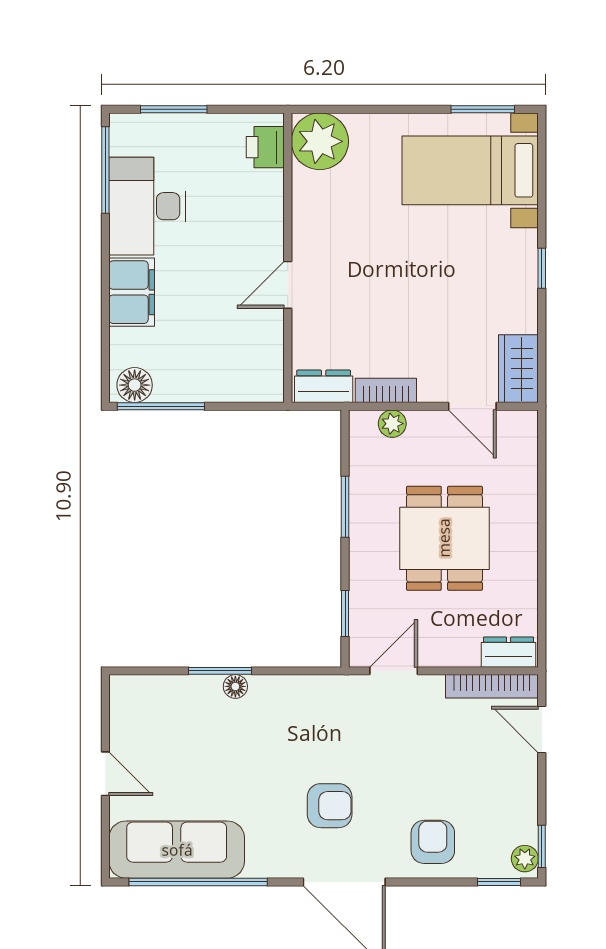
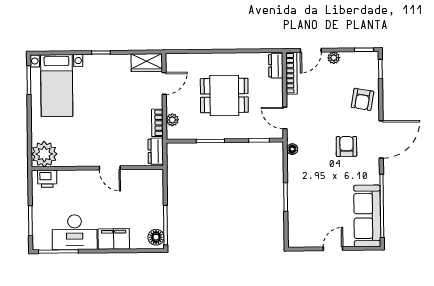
floor lamp: (235, 686) -> (292, 149), moved
armchair: (433, 842) -> (362, 99), turned -80
plant: (525, 859) -> (334, 58), moved

